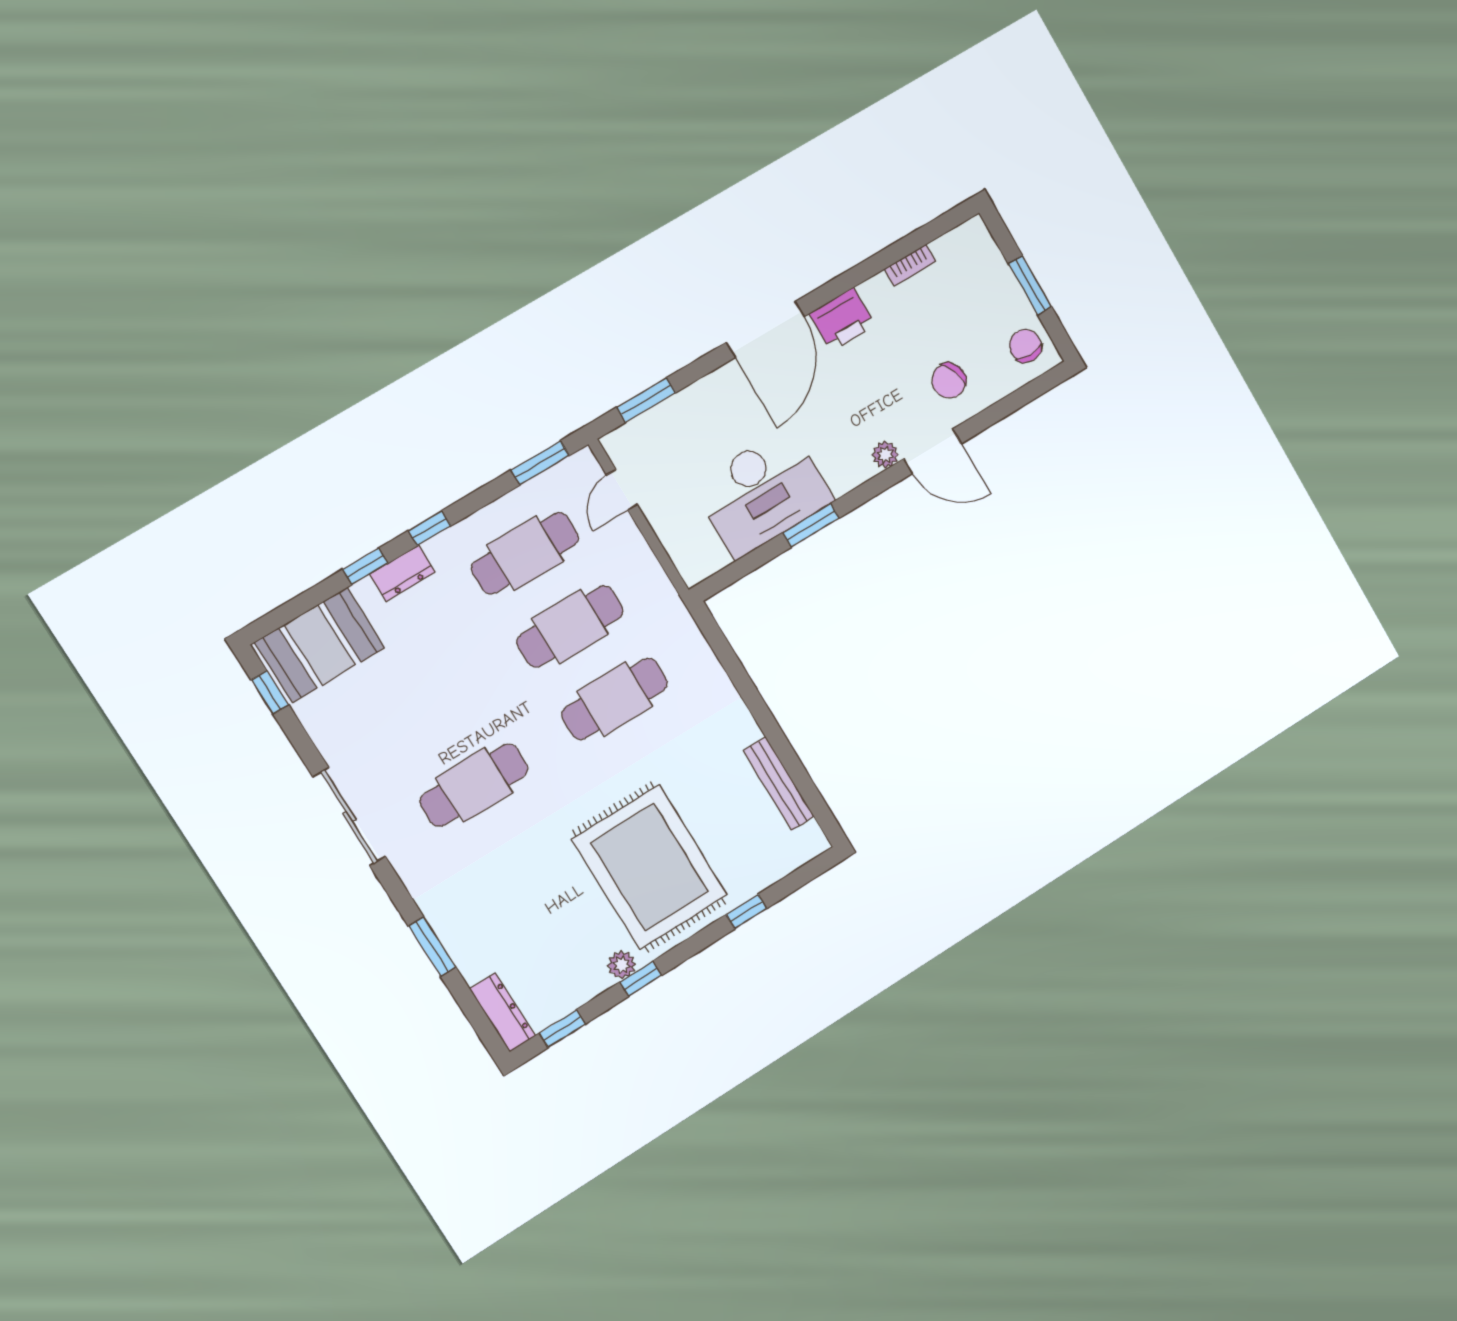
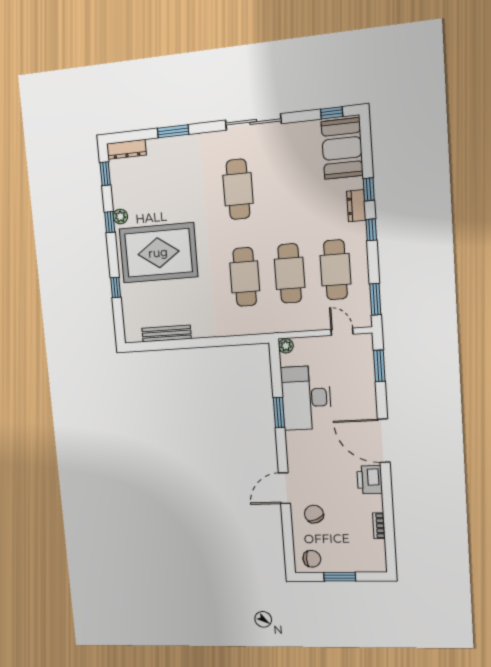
plant: (885, 455) -> (286, 346), moved

